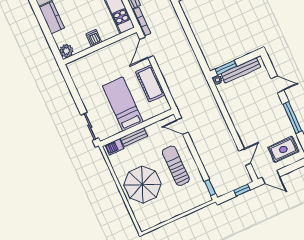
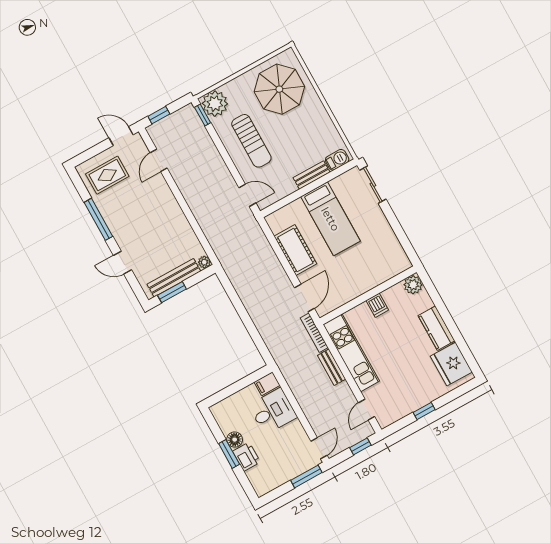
window: (226, 68) -> (172, 292), moved
parasol: (142, 185) -> (279, 89), moved
plant: (200, 195) -> (215, 104), added

